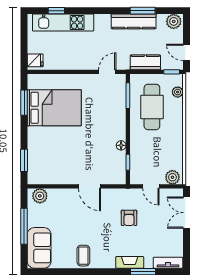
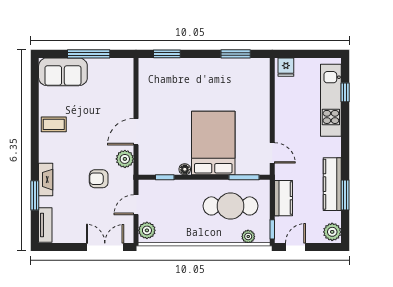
bed: (54, 108) -> (213, 143), moved, turned 180
plant: (40, 196) -> (125, 159), moved

